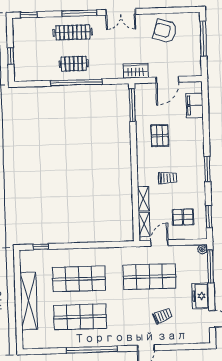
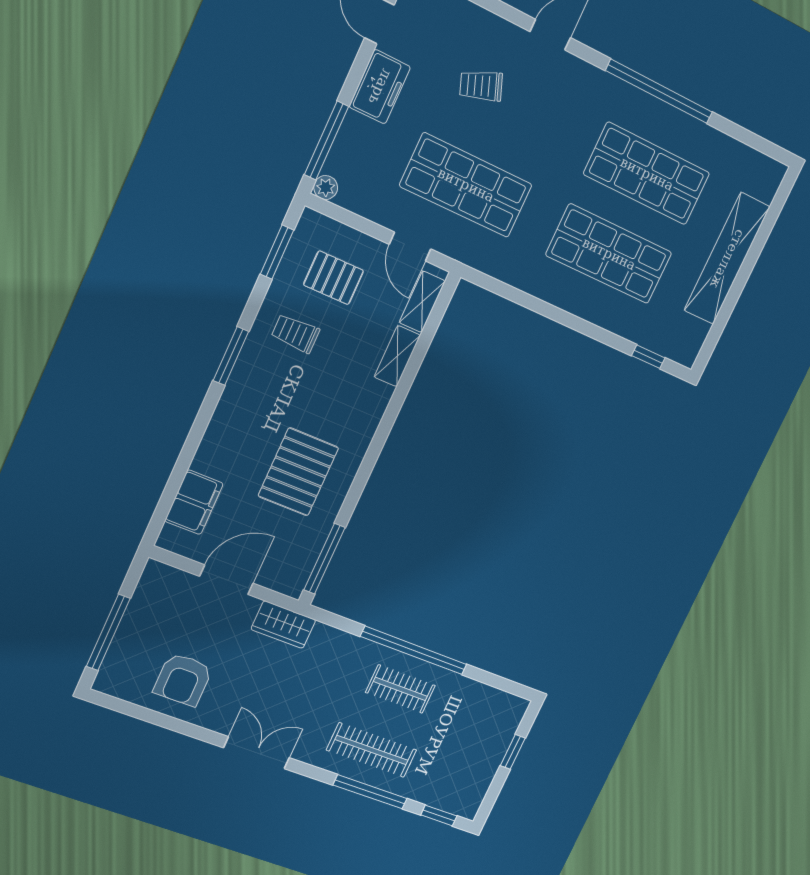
window: (79, 13) -> (370, 792), moved
armchair: (165, 31) -> (183, 680), turned 73
pallet: (160, 136) -> (298, 472), width x1.50, depth x1.42
trolley: (168, 178) -> (295, 333), moved
door: (159, 243) -> (410, 247), hinge flipped

